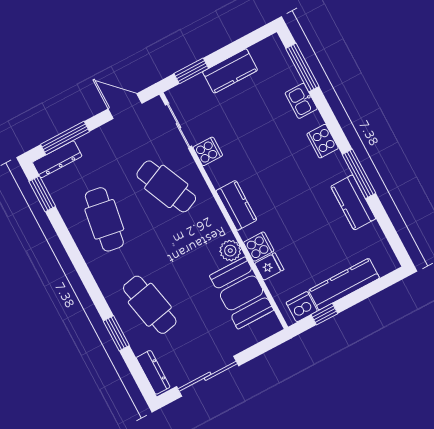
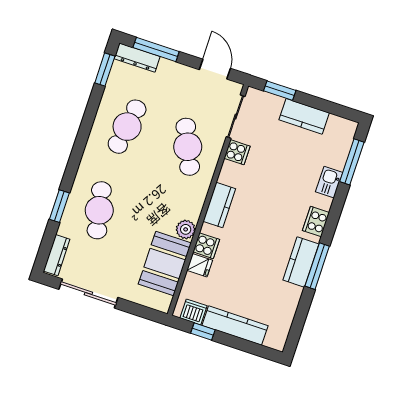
kitchen counter: (353, 202) -> (301, 262), moved

